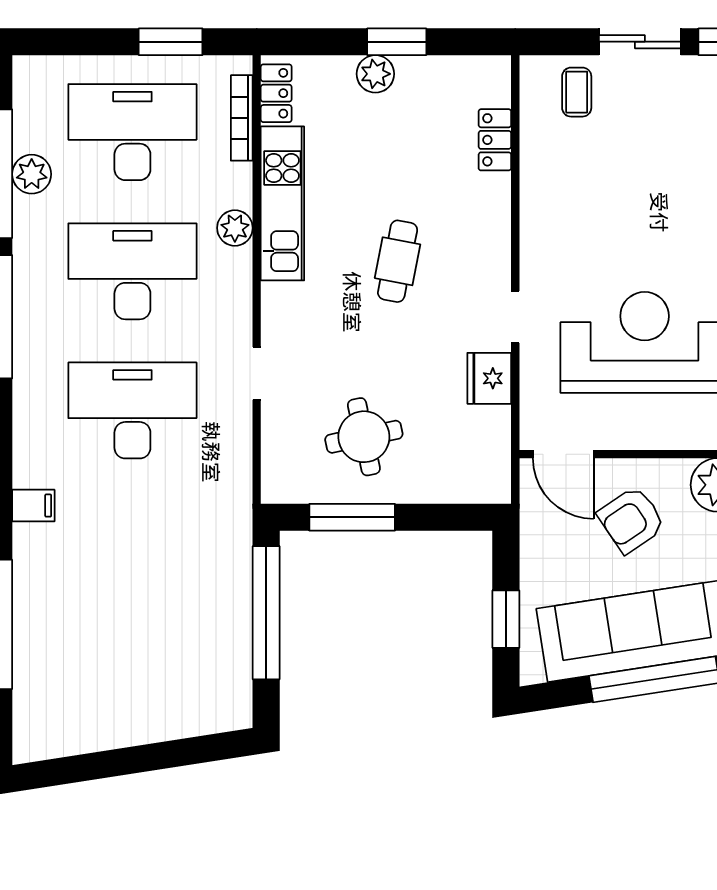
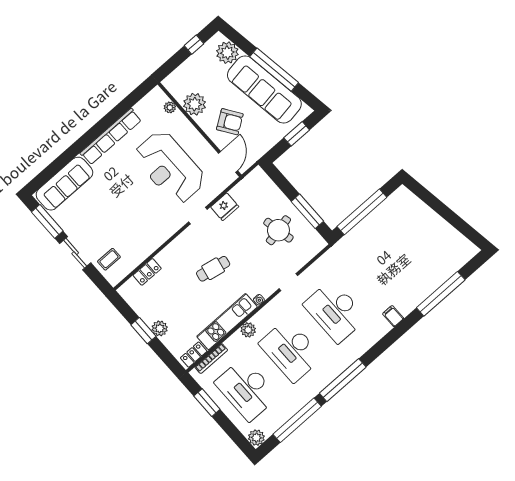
plant: (32, 174) -> (256, 438), moved
water cooler: (271, 294) -> (259, 300), added

